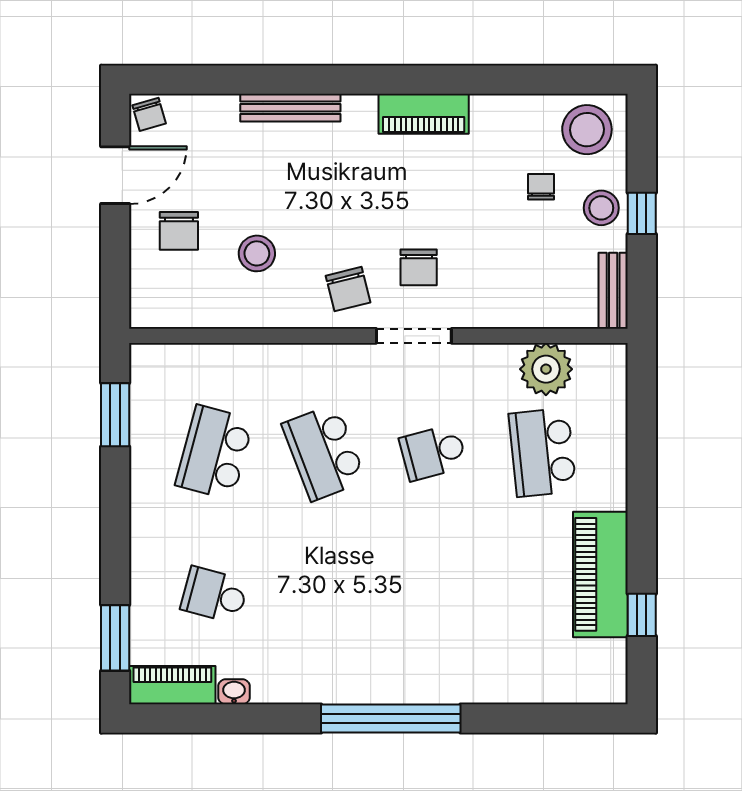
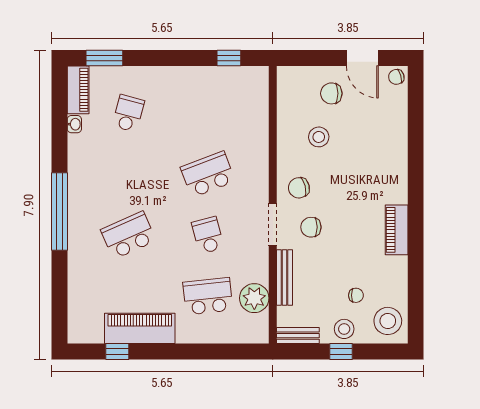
bench: (290, 108) -> (285, 277), moved
window: (115, 415) -> (229, 58), width x0.67
school desk: (214, 452) -> (128, 235), moved, turned -39

